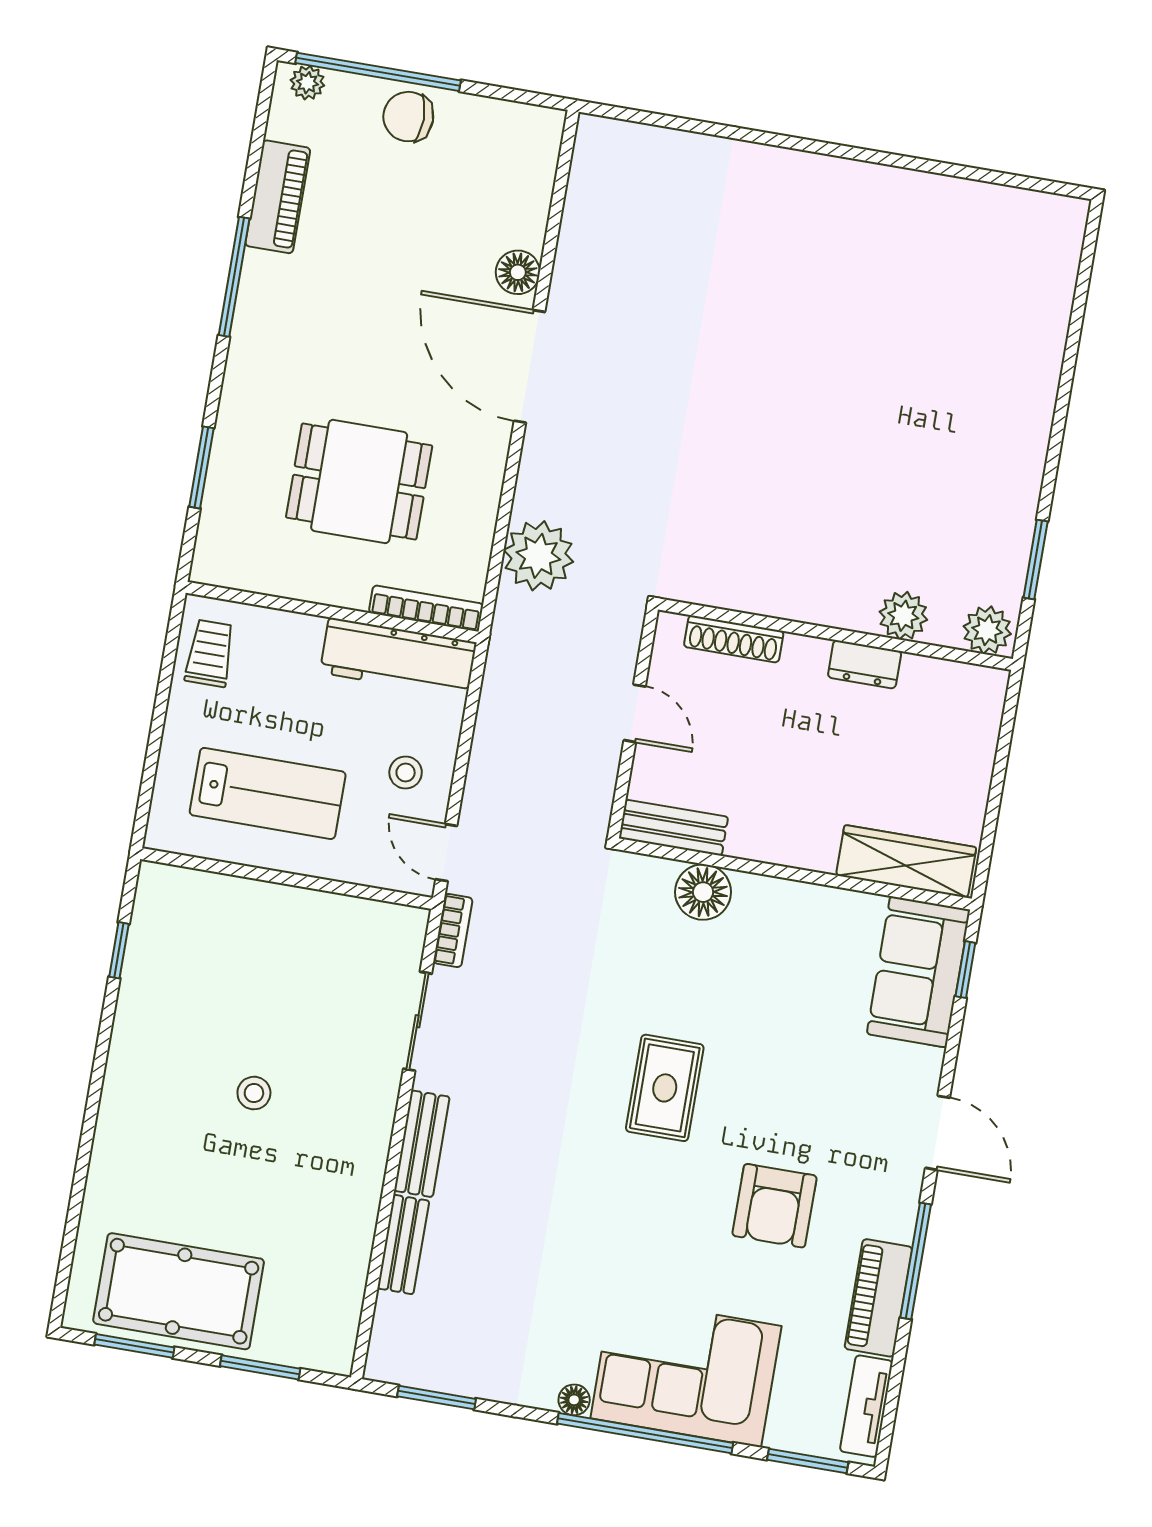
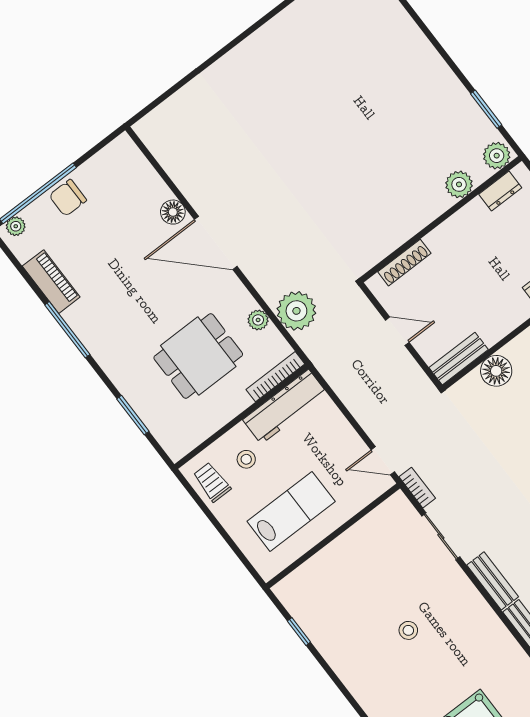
plant: (480, 516) -> (258, 320), added
dresser: (865, 664) -> (500, 191), moved
stool: (406, 772) -> (246, 459), moved

